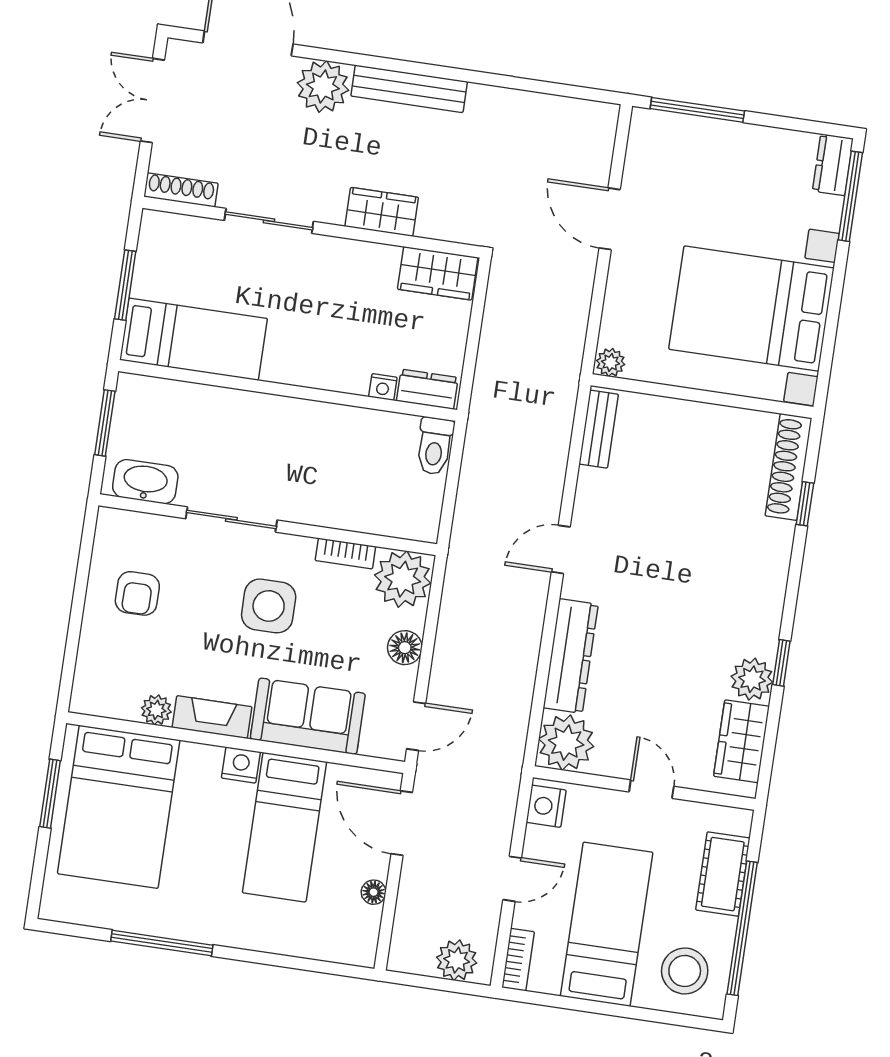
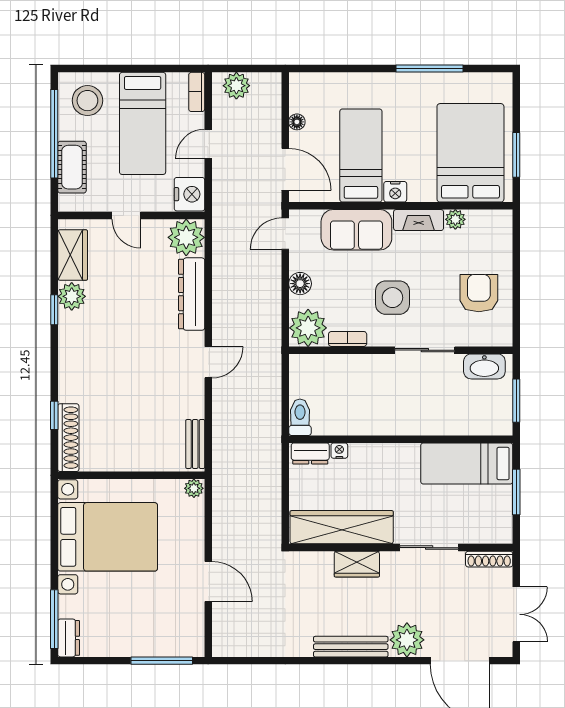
wardrobe: (438, 273) -> (342, 527), width x2.10, depth x1.17
armchair: (137, 593) -> (479, 293), width x1.38, depth x1.38
nightstand: (546, 806) -> (189, 194), width x1.36, depth x1.33

